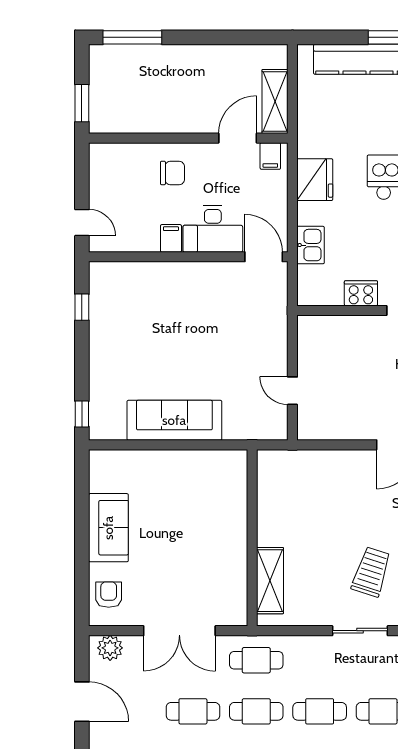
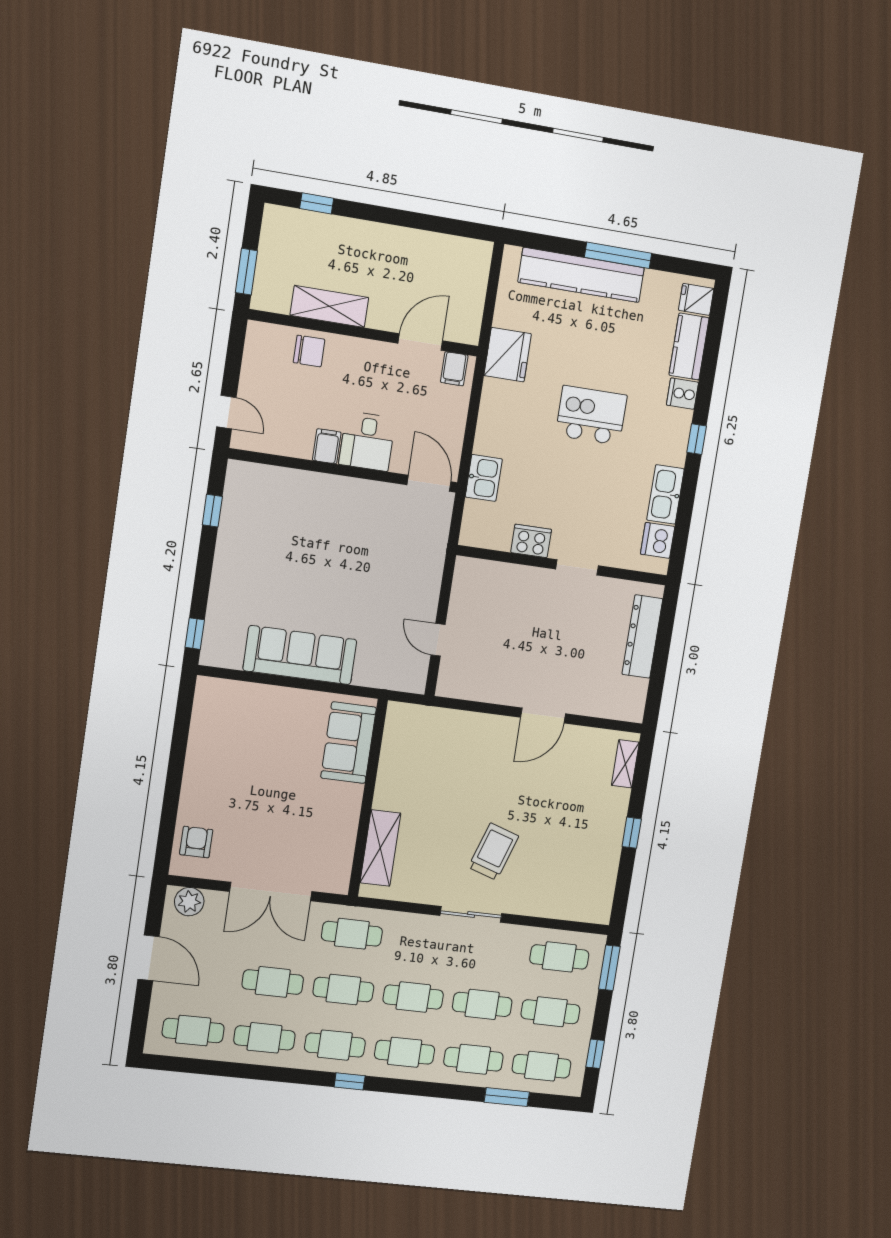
window: (132, 37) -> (317, 203), width x0.46
shelving: (275, 101) -> (329, 306), moved, turned 90
chair: (173, 173) -> (309, 351), moved
fridge: (315, 180) -> (508, 355), moved
desk: (213, 229) -> (367, 441), width x0.73
sofa: (108, 528) -> (349, 743), moved, turned 180

